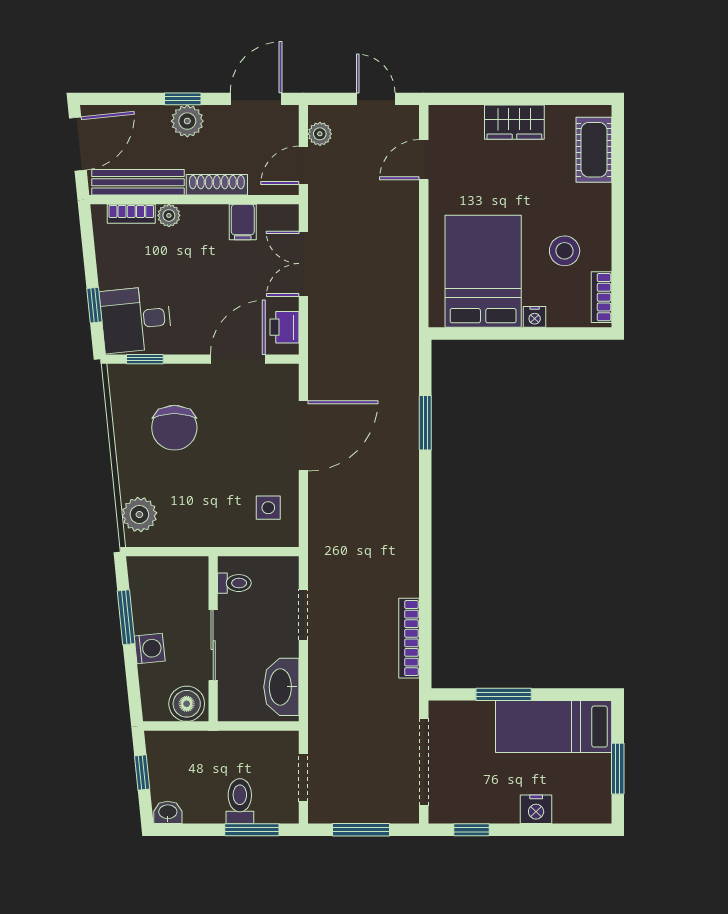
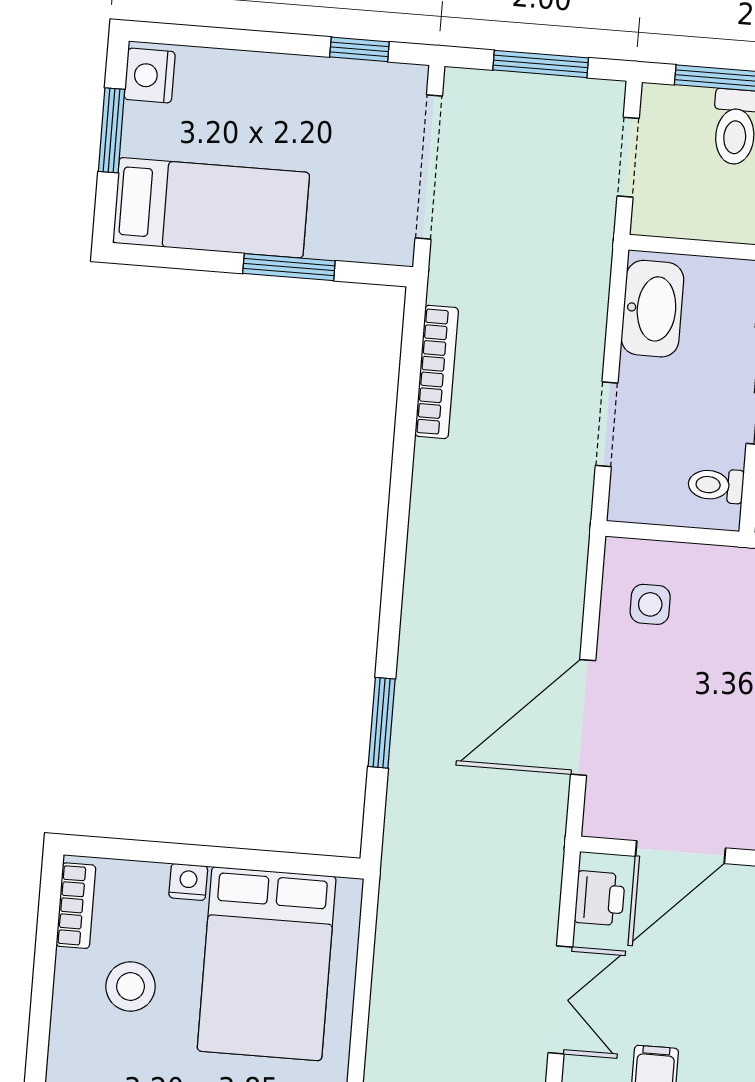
nightstand: (536, 809) -> (150, 75), moved, turned -90

